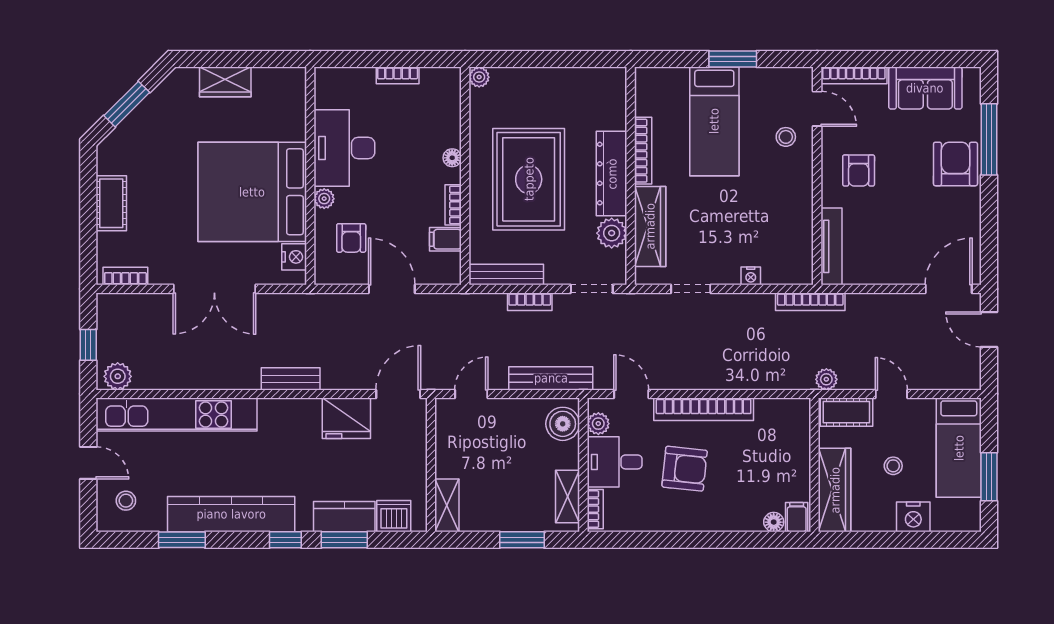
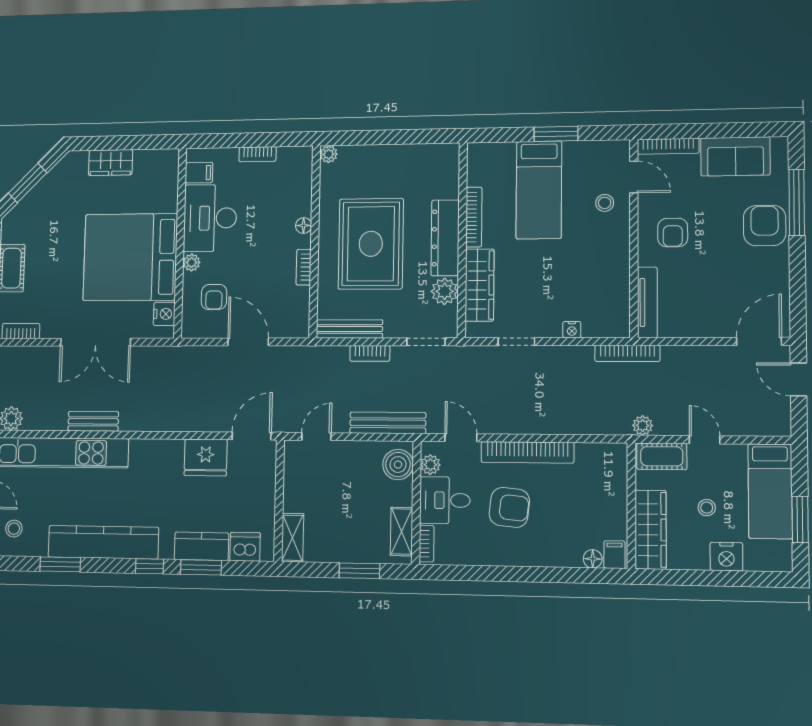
filing cabinet: (445, 239) -> (199, 173), moved, turned 180
bench: (291, 379) -> (93, 421), moved

